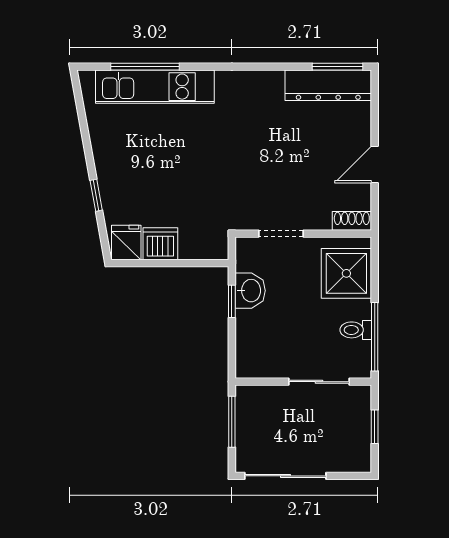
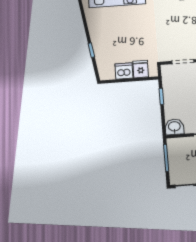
fridge: (126, 242) -> (141, 69), moved
washbasin: (250, 291) -> (174, 127), moved, turned -90

